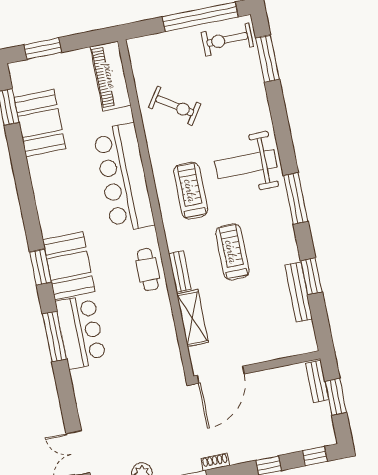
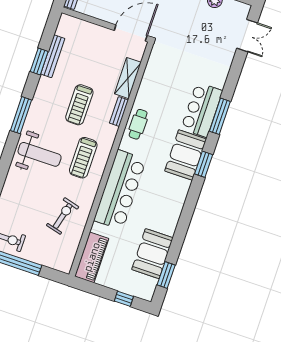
window: (43, 49) -> (124, 299), width x0.67
exercise bike: (175, 106) -> (63, 216), turned 71

